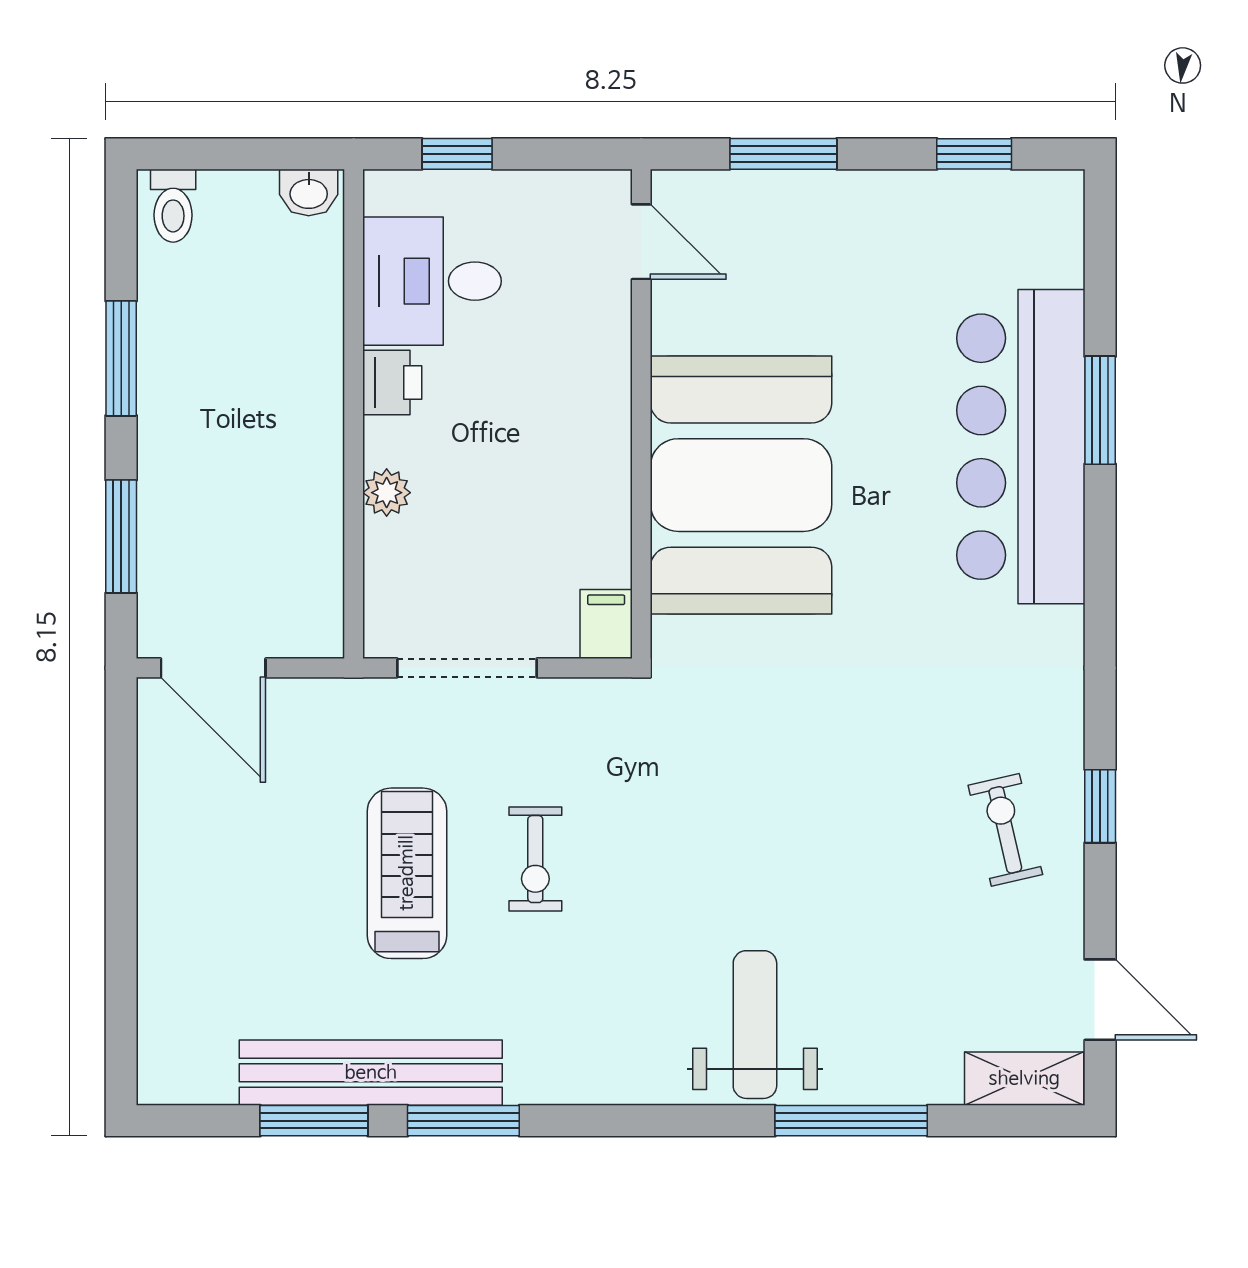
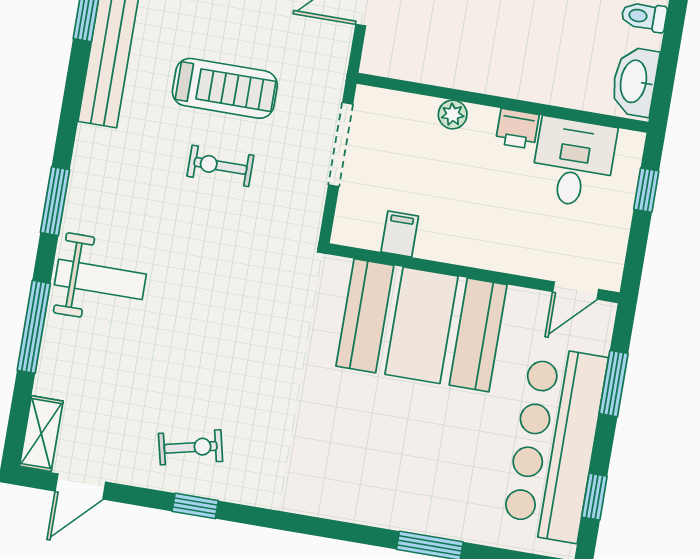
washbasin: (309, 193) -> (635, 82), width x1.91, depth x1.45
bar counter: (1021, 447) -> (555, 444), moved, turned -90
filing cabinet: (606, 624) -> (400, 234), moved, turned -90
window: (463, 1121) -> (55, 201), moved

